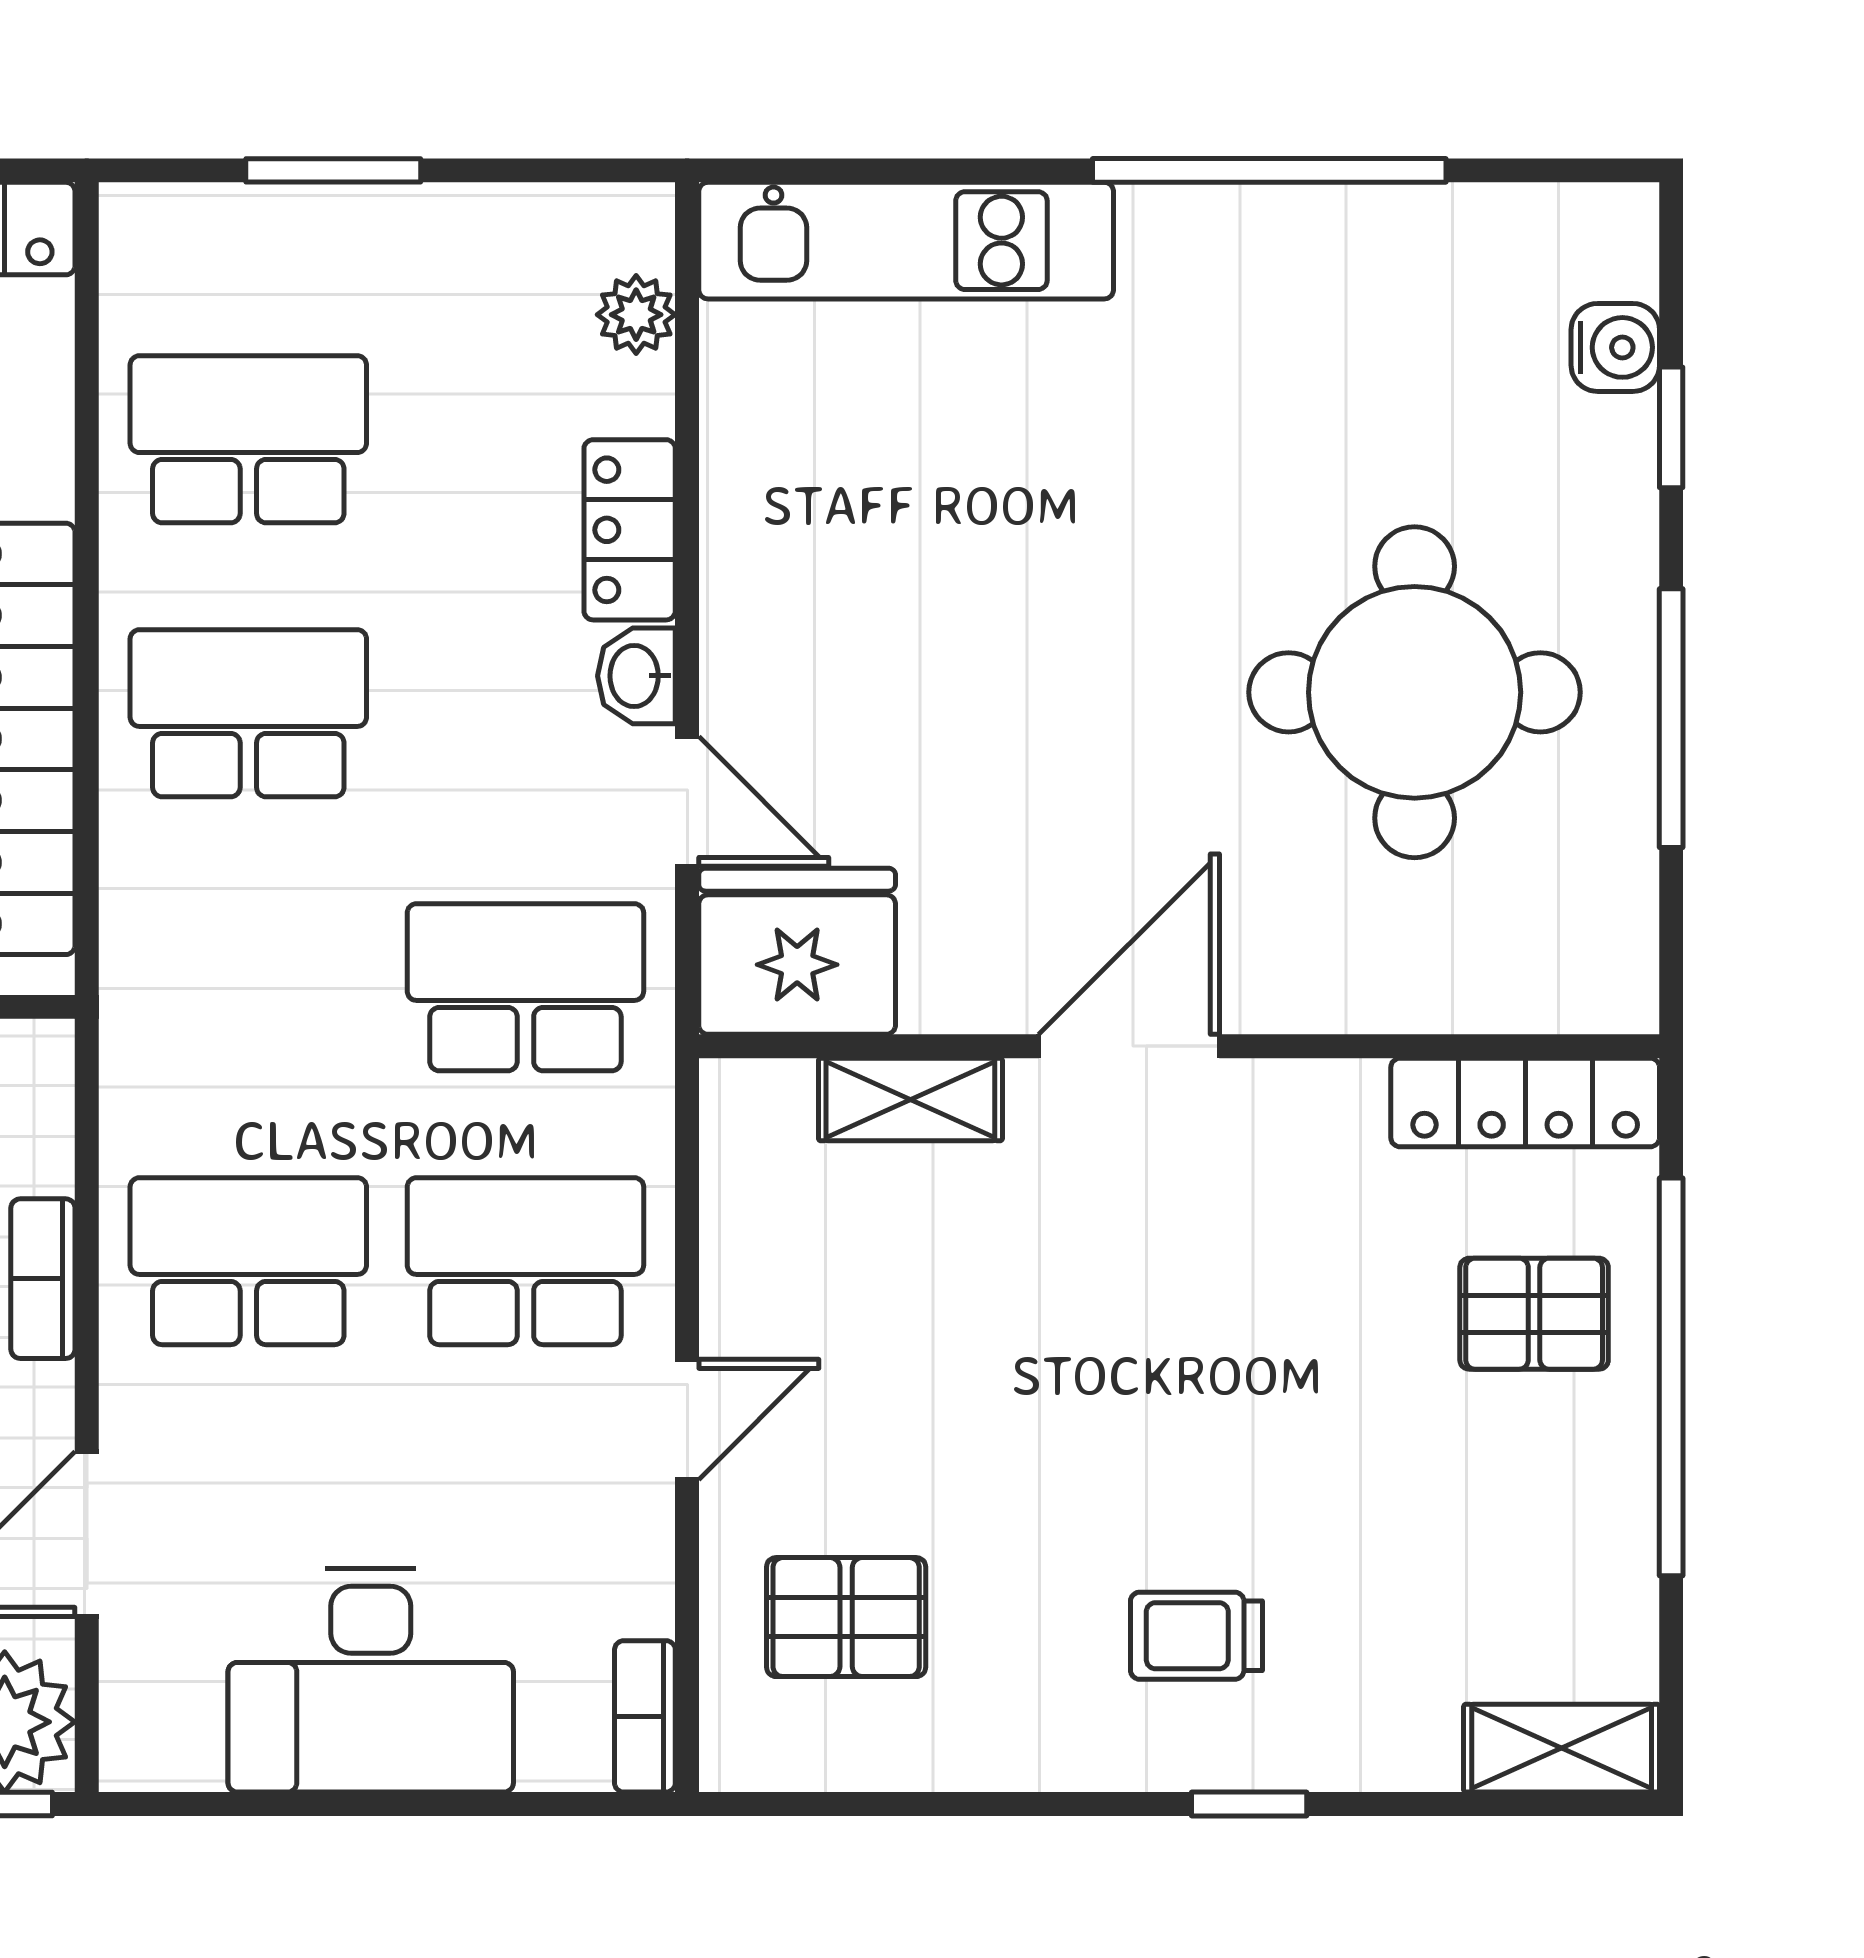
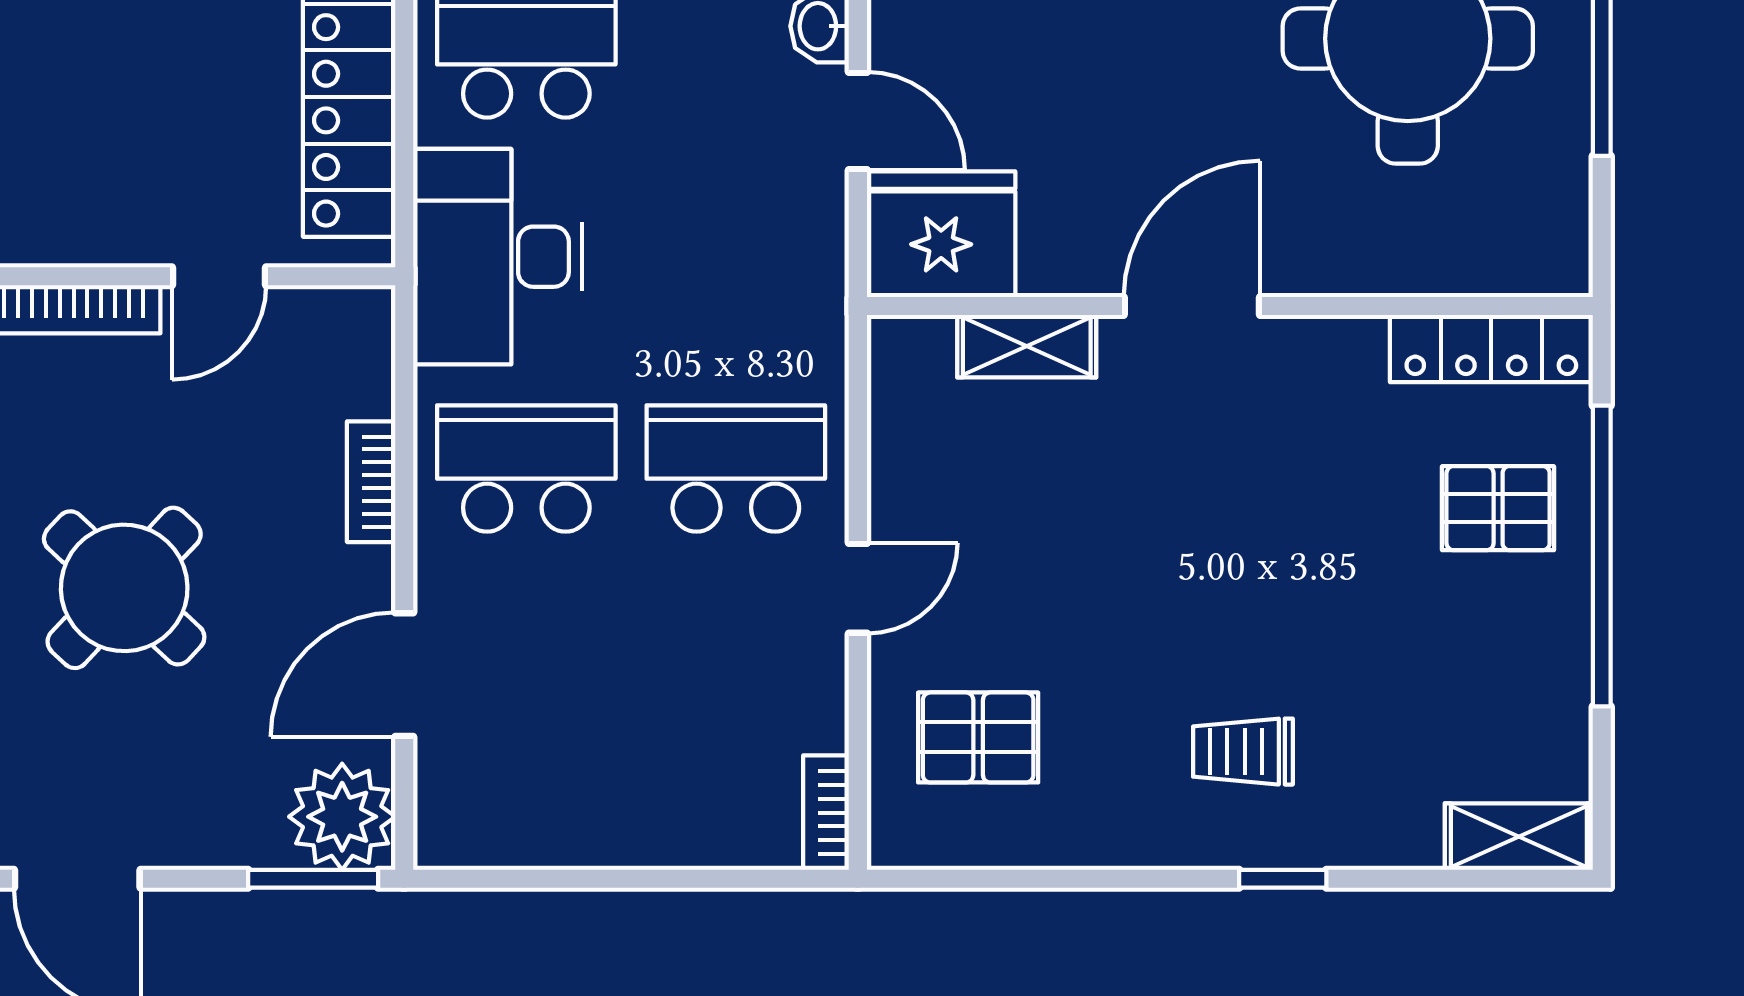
school desk: (525, 987) -> (736, 261), removed
desk: (371, 1680) -> (498, 257), moved, turned 90

